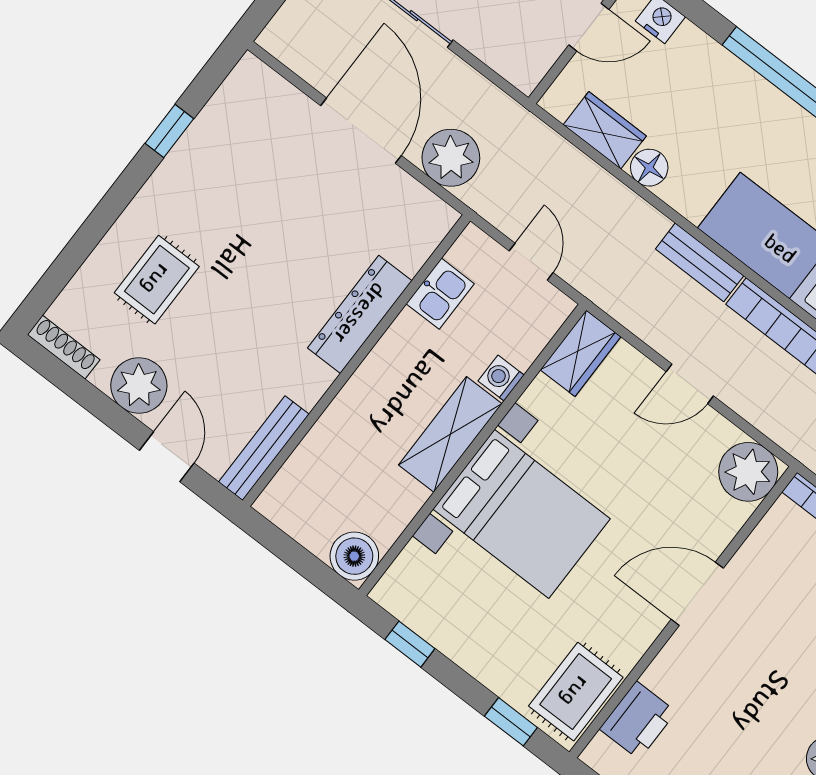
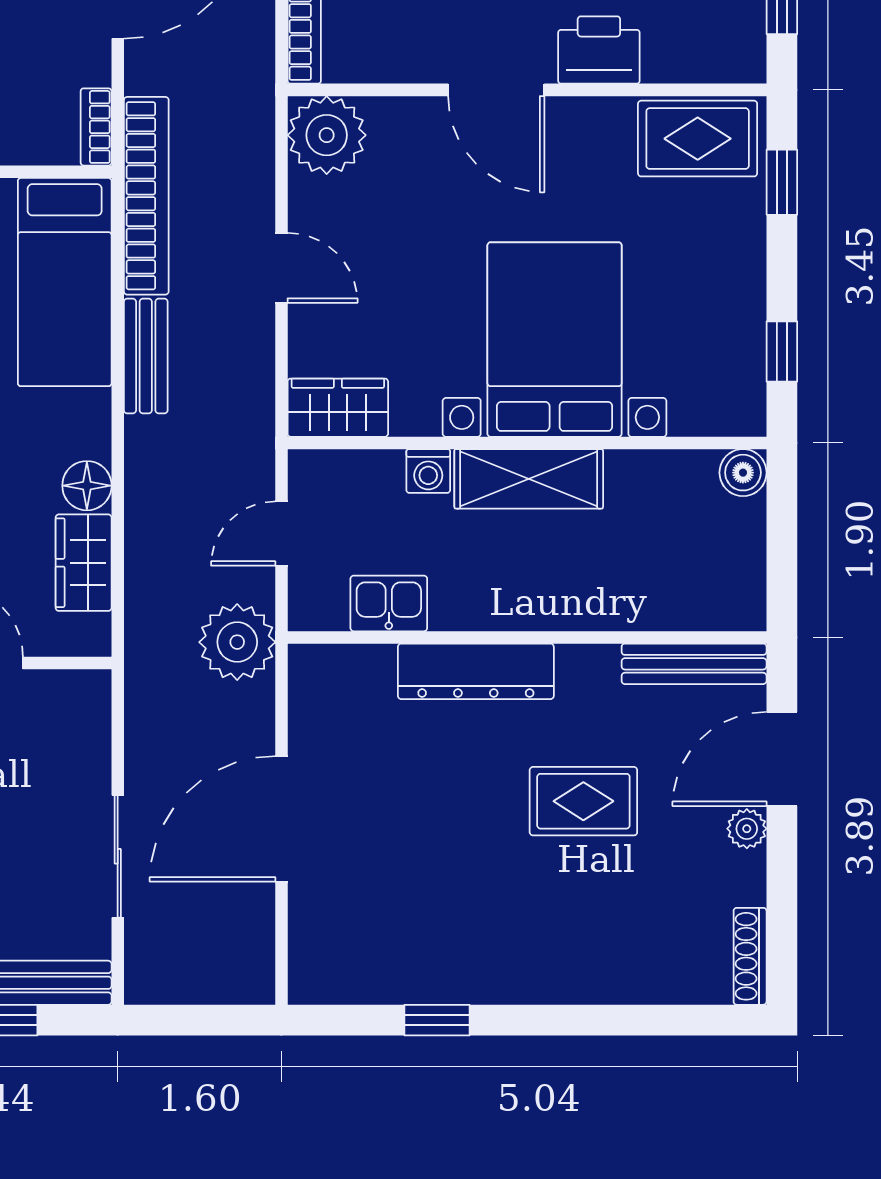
plant: (451, 158) -> (237, 642), moved
rug: (157, 280) -> (583, 801), moved
plant: (139, 385) -> (747, 829), width x0.53, depth x0.53
door: (167, 457) -> (782, 759), width x1.38
boiler: (354, 556) -> (743, 473), width x0.73, depth x0.73
printer: (638, 720) -> (599, 50), moved

